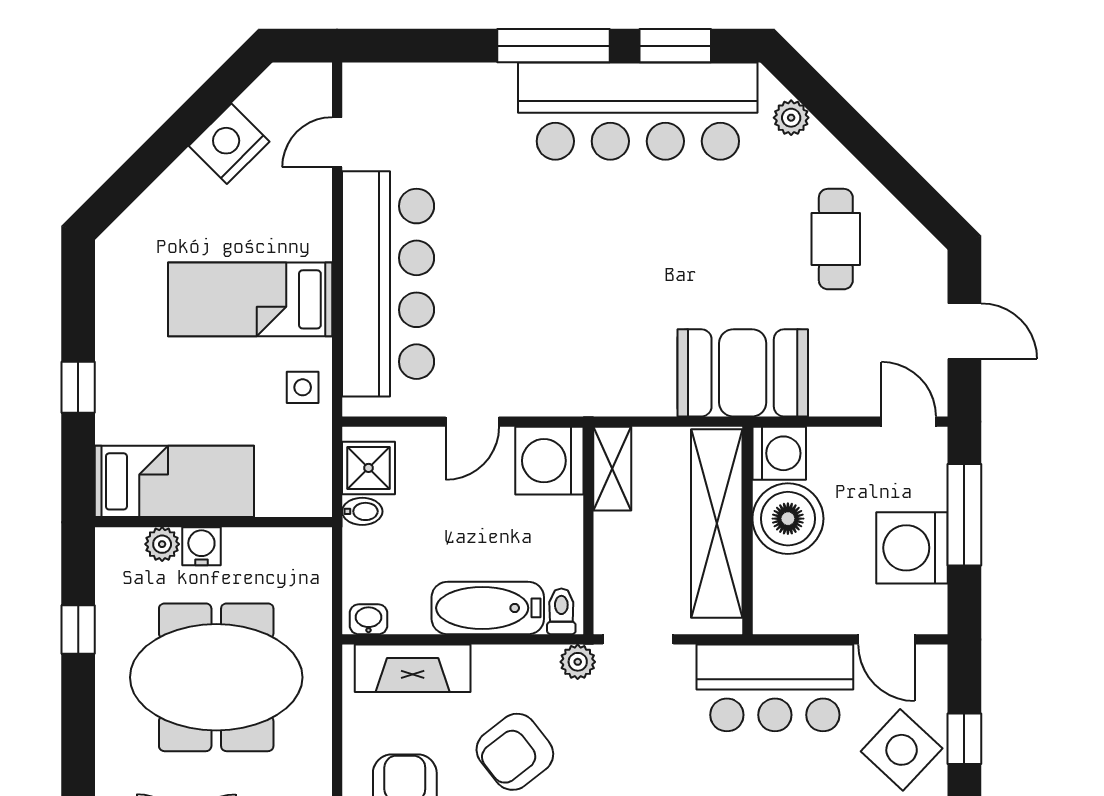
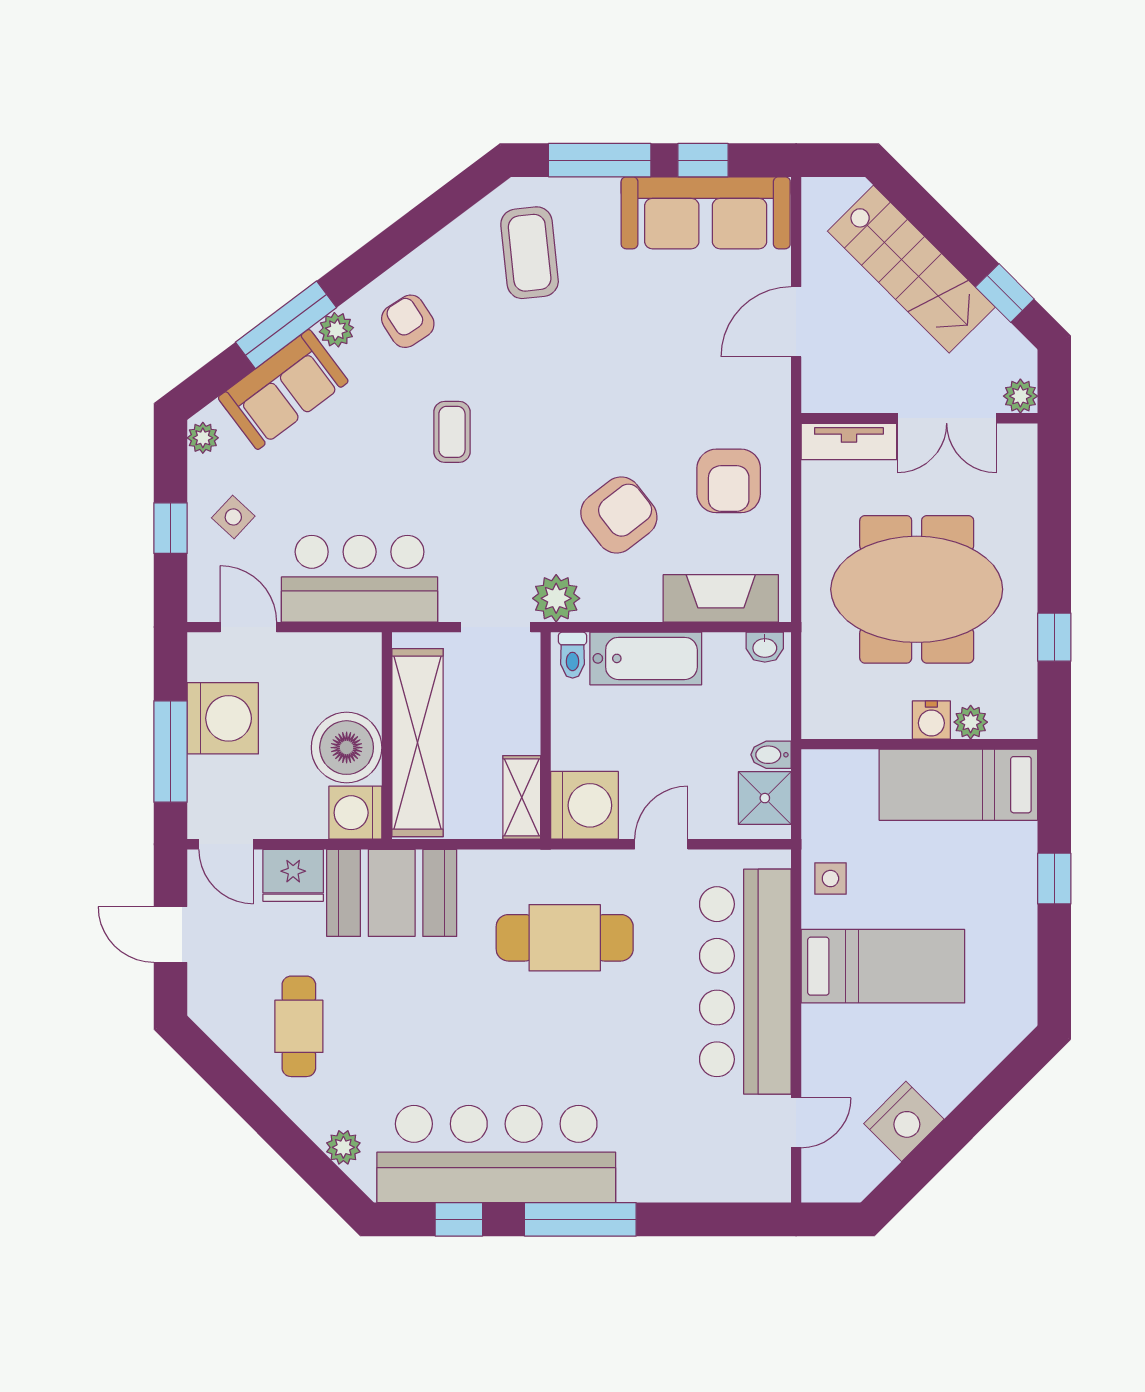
window: (675, 46) -> (459, 1219), width x0.67
cafe table: (569, 328) -> (565, 938), added
fridge: (842, 391) -> (293, 875), added
plant: (578, 662) -> (556, 598), width x1.38, depth x1.38
side table: (902, 750) -> (233, 517), width x0.54, depth x0.54

